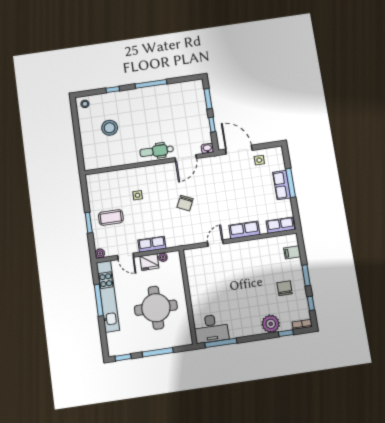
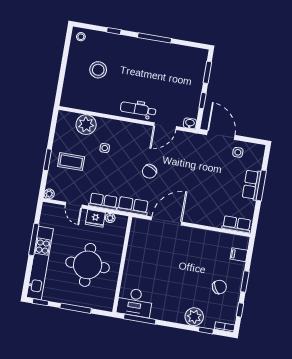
plant: (114, 180) -> (86, 125), added
row of seats: (244, 230) -> (133, 206), moved
door: (215, 243) -> (167, 221), width x1.87
chair: (285, 288) -> (219, 287), turned 61
kitchen unit: (108, 296) -> (40, 263), moved

